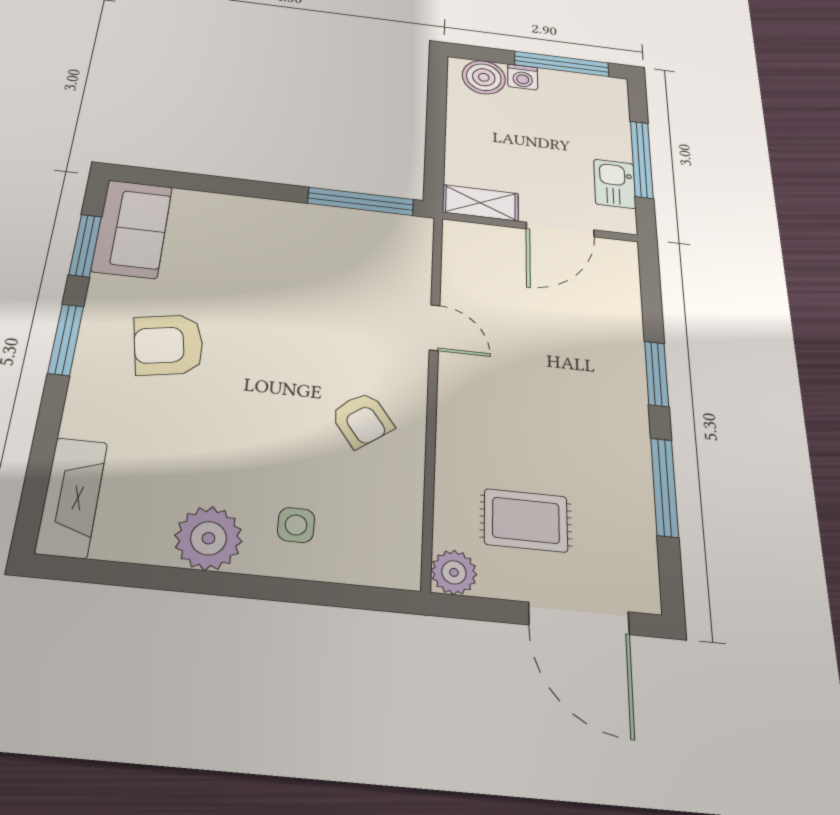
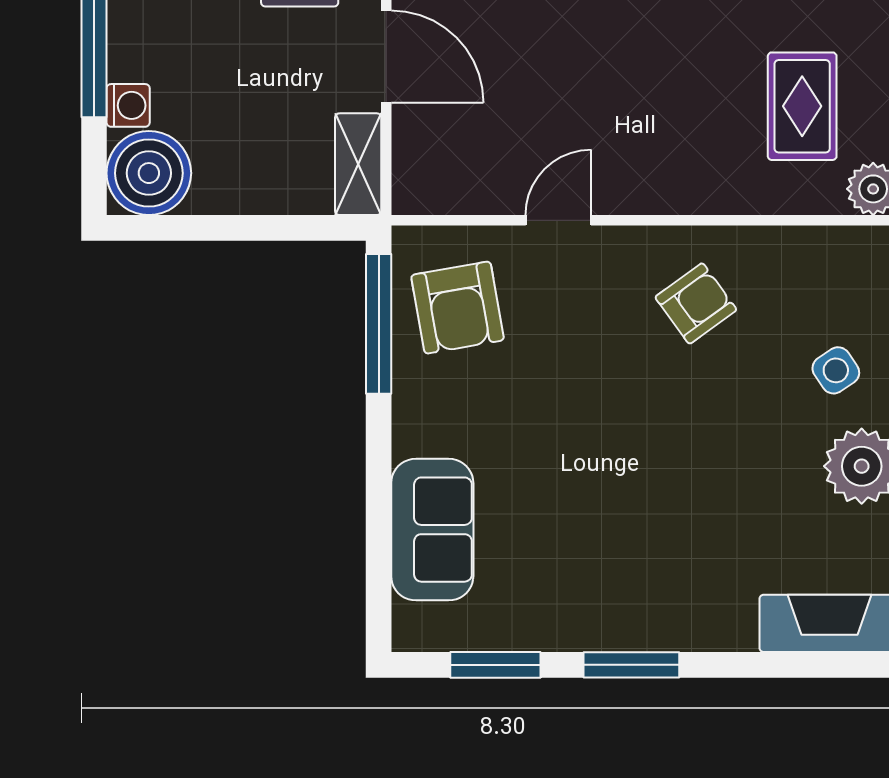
boiler: (484, 77) -> (149, 173), width x1.37, depth x1.37
sofa: (132, 229) -> (432, 530), moved, turned 90
armchair: (169, 345) -> (458, 308), moved
side table: (296, 525) -> (836, 370), turned -34

